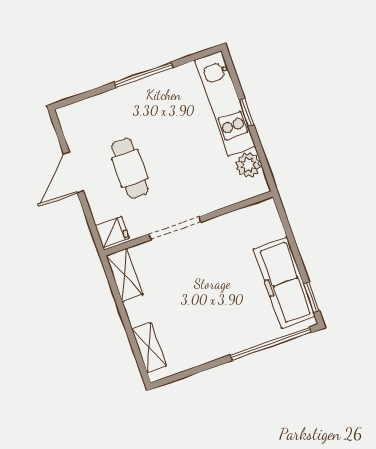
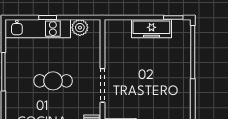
cafe table: (130, 168) -> (53, 81), moved
freezer: (284, 283) -> (151, 29), width x0.73, depth x0.79

